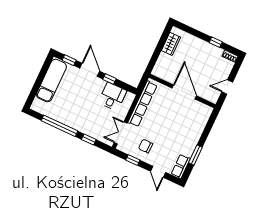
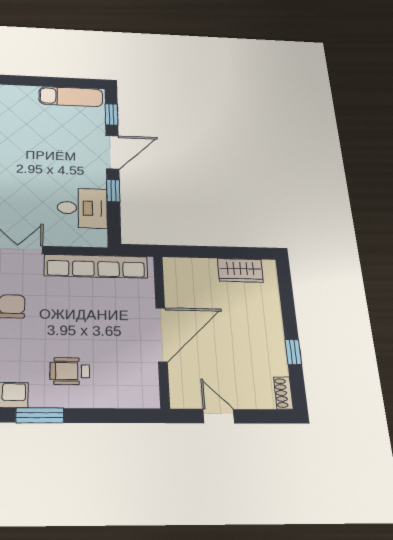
exam couch: (51, 81) -> (71, 97), width x0.73, depth x0.69
wheelchair: (183, 136) -> (70, 371), added

